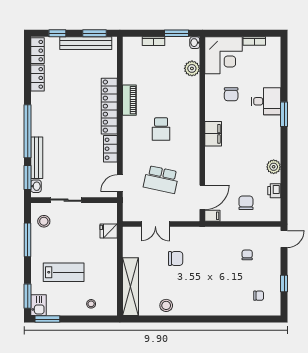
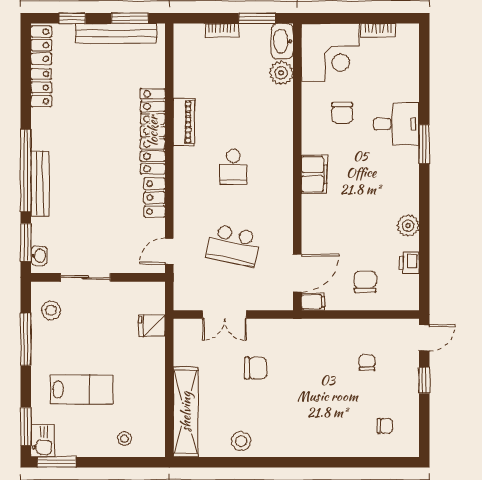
washbasin: (195, 43) -> (282, 41), width x1.91, depth x1.45
bench: (37, 158) -> (40, 183), moved
window: (284, 283) -> (424, 380), moved

